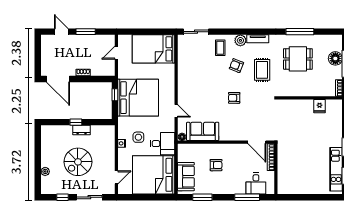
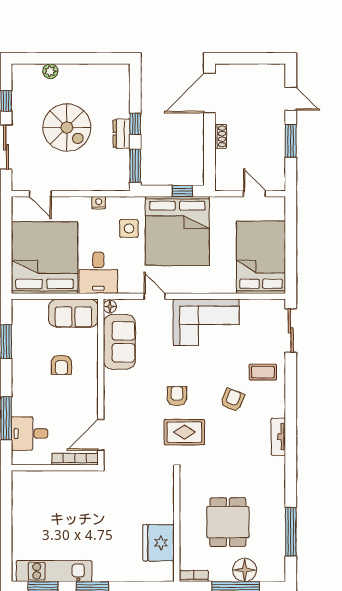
door: (61, 32) -> (291, 99), hinge flipped
window: (300, 32) -> (291, 532), moved
plant: (240, 40) -> (276, 407), removed
dining table: (298, 59) -> (228, 522), moved
rug: (262, 70) -> (184, 432), moved
corner sofa: (191, 81) -> (206, 322), added
fridge: (319, 106) -> (159, 543), width x1.88, depth x1.34
door: (176, 111) -> (155, 296), swing flipped
window: (100, 122) -> (135, 166), added
side table: (138, 137) -> (129, 228), moved
spiral stairs: (78, 162) -> (67, 127), turned 180
sofa: (186, 177) -> (73, 313), moved

